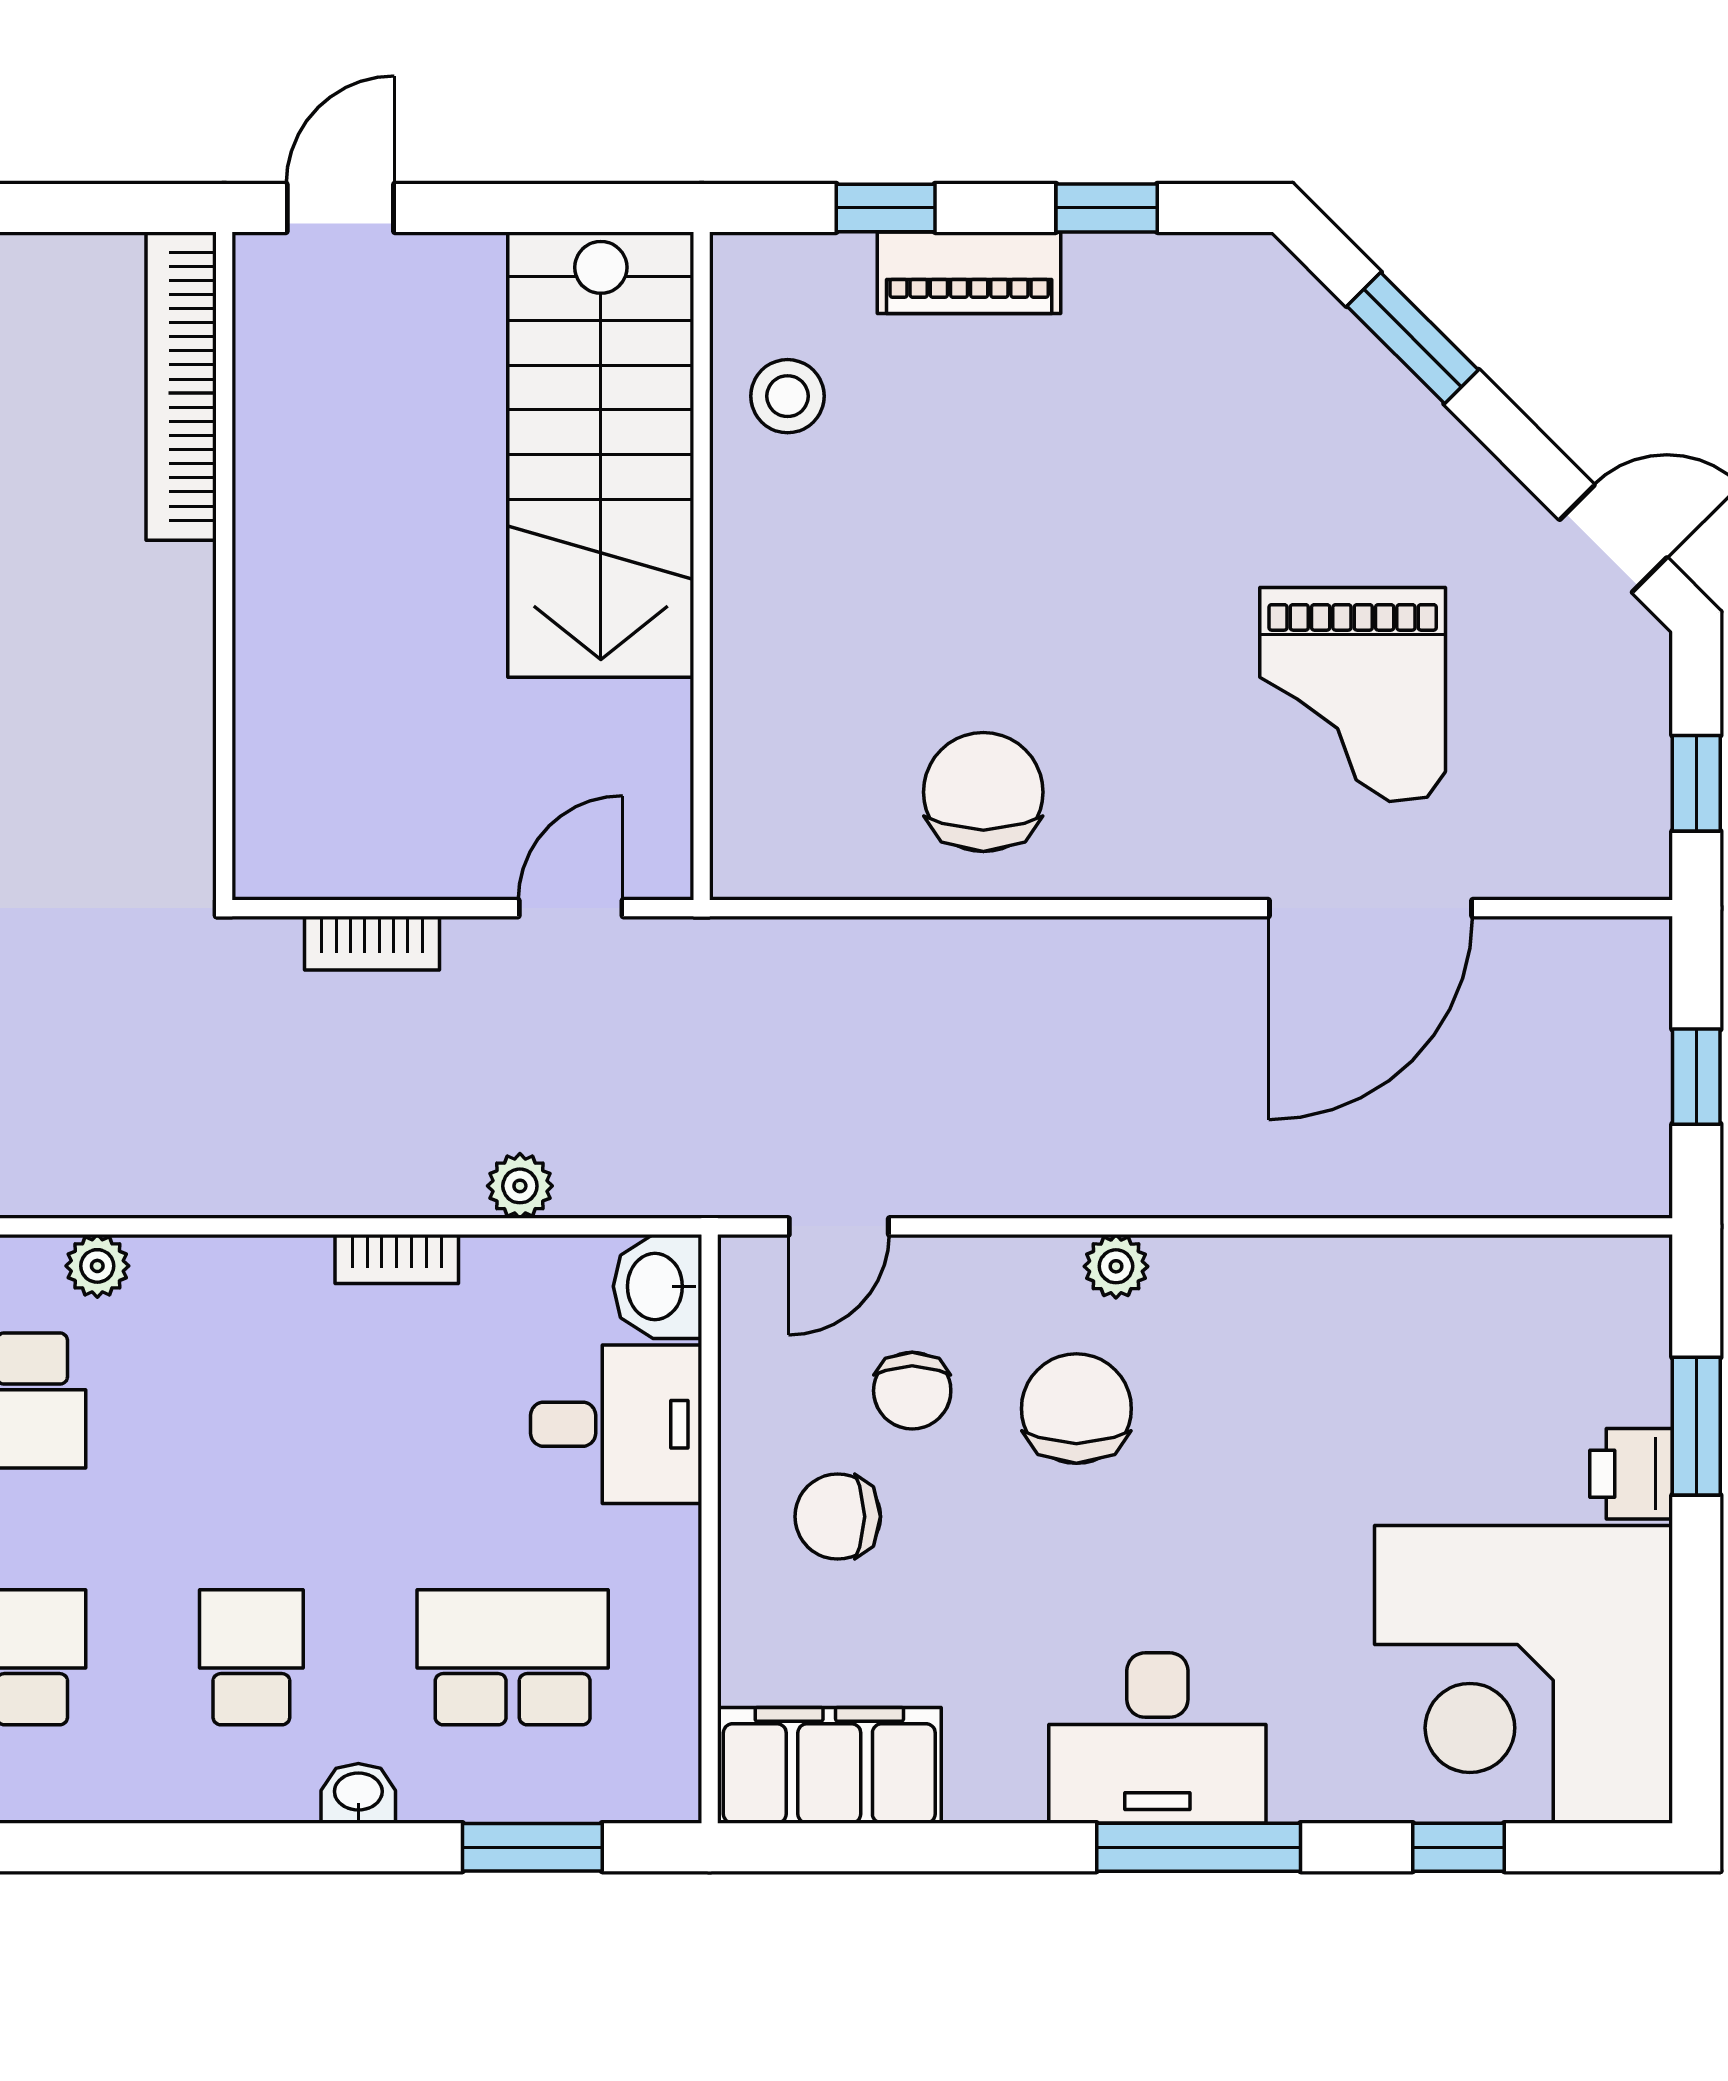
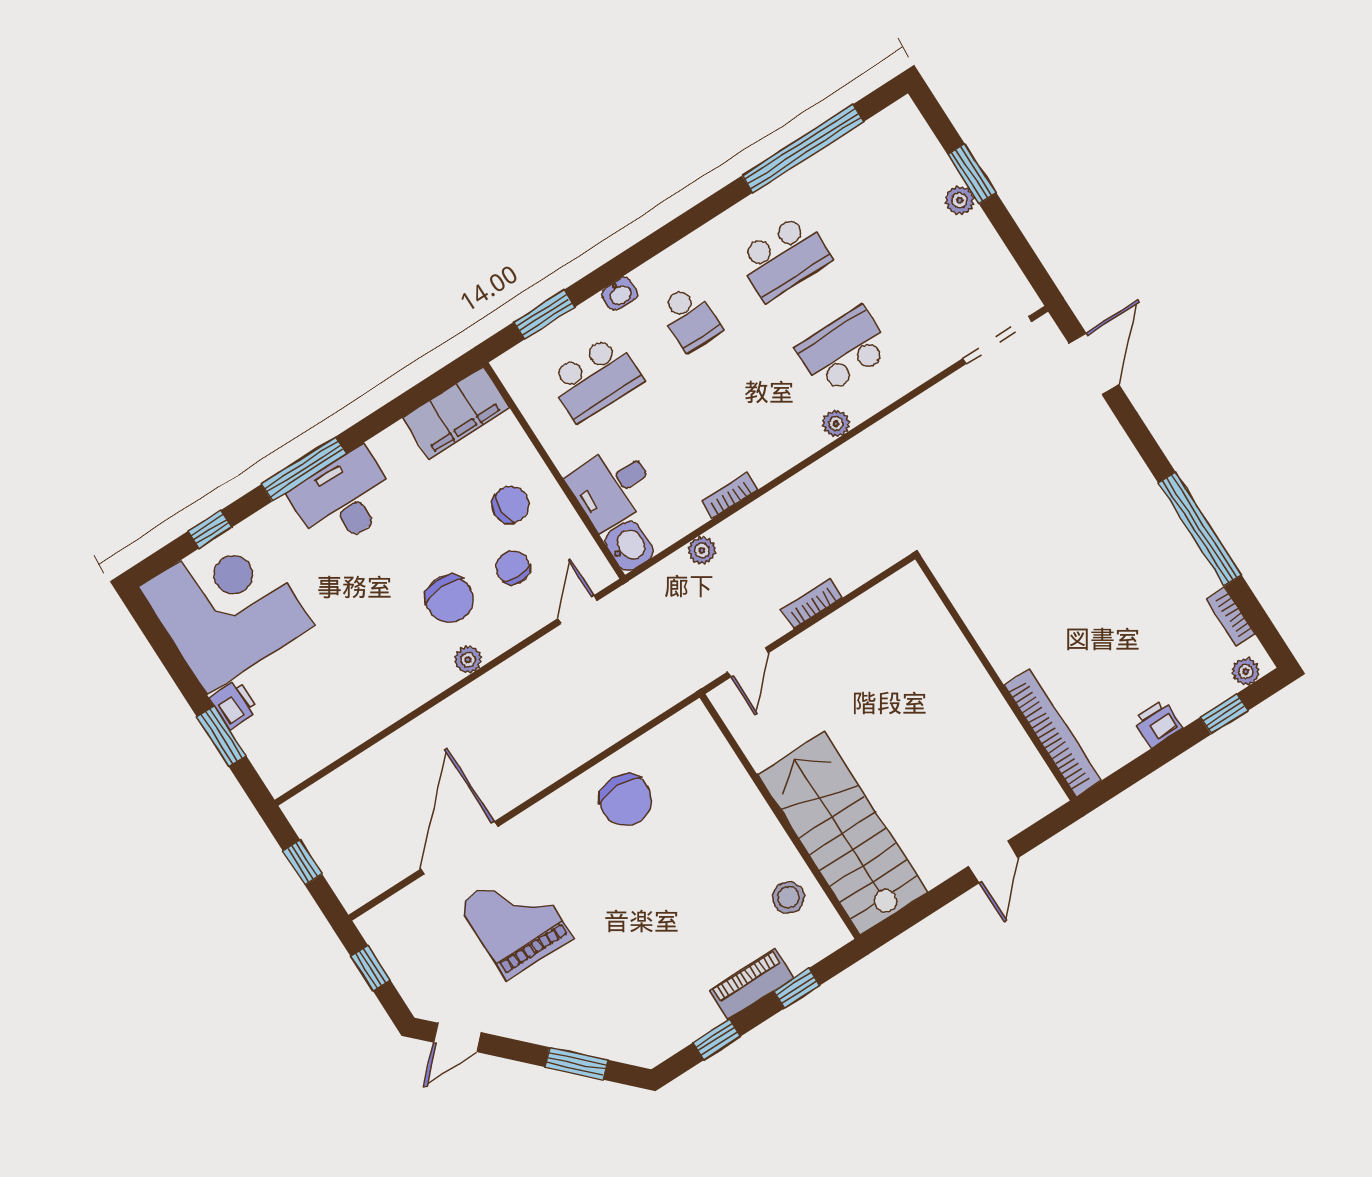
bookcase: (181, 386) -> (1053, 733), moved
wall: (224, 566) -> (995, 678), moved

